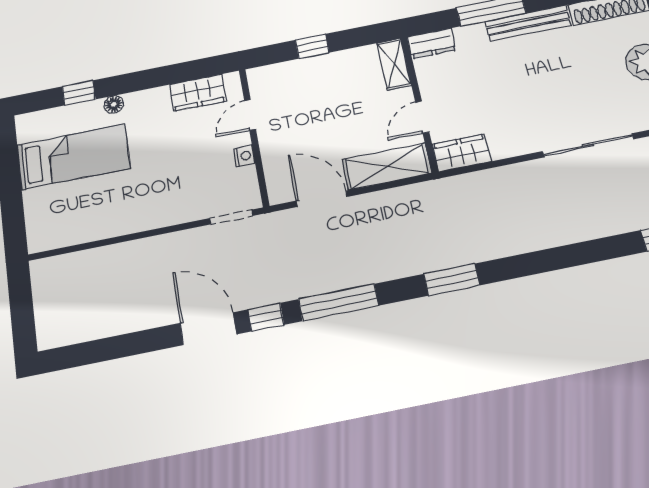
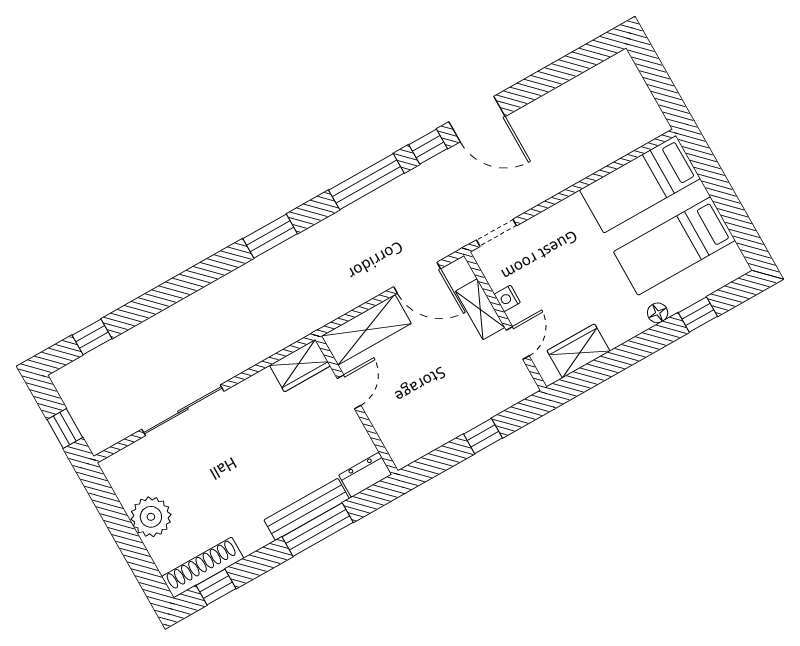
bench: (528, 23) -> (307, 509), moved
shelving: (394, 64) -> (480, 309), moved
bed: (80, 220) -> (640, 184), added

